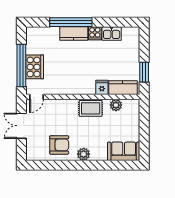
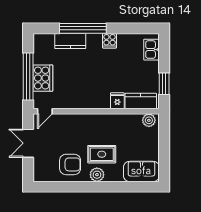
kitchen sink: (112, 33) -> (152, 50), moved, turned 90
kitchen counter: (74, 34) -> (70, 41), moved
plant: (116, 105) -> (149, 120), moved
rug: (91, 108) -> (102, 154), moved

